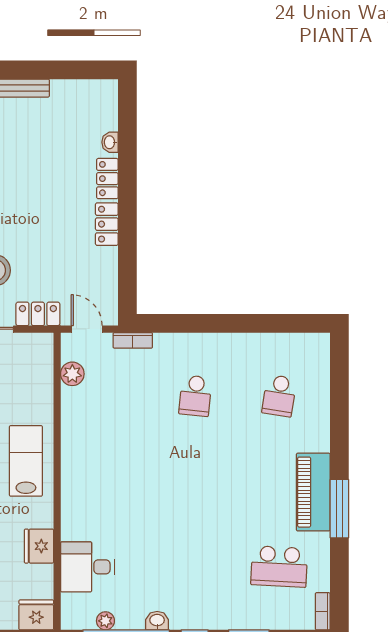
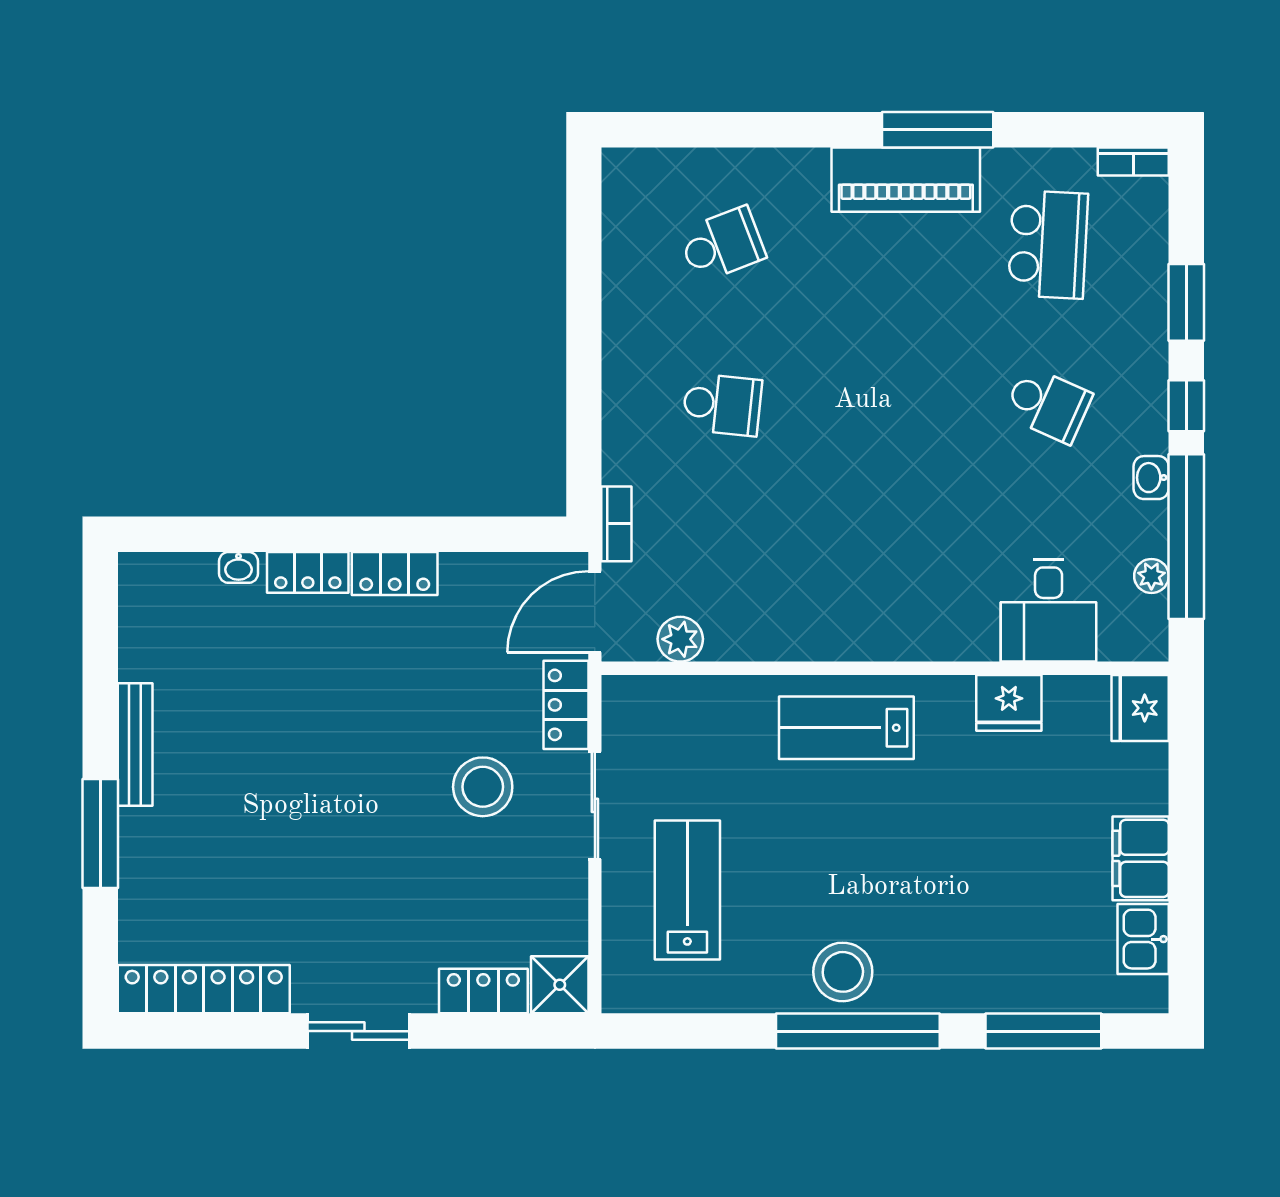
door: (87, 329) -> (595, 612), width x1.38
school desk: (279, 396) -> (722, 244), turned -30
school desk: (195, 567) -> (1048, 405), added

